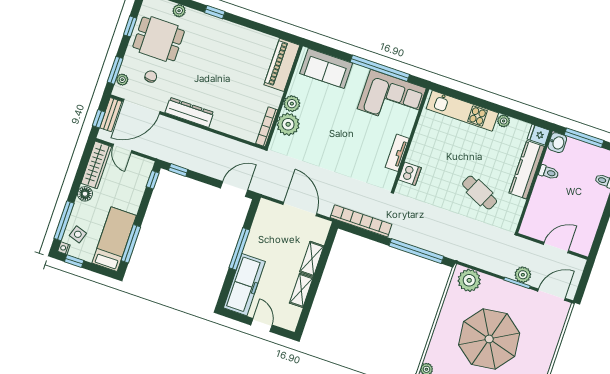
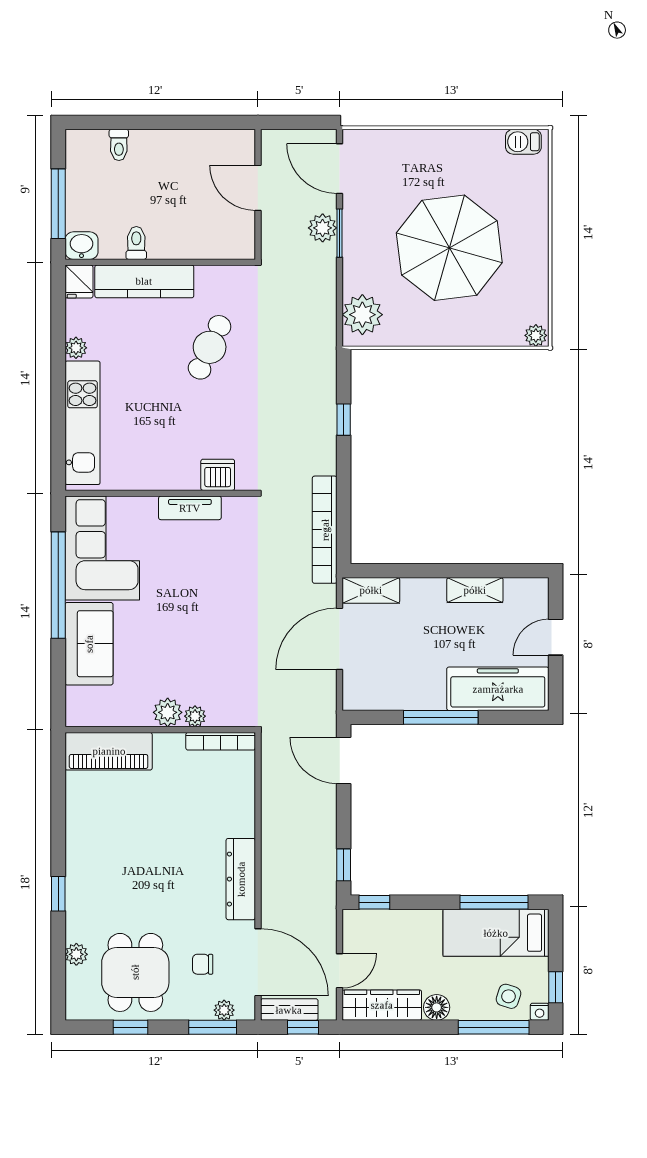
sofa: (326, 68) -> (89, 644), moved
plant: (288, 124) -> (195, 716), width x0.53, depth x0.53
window: (416, 251) -> (344, 420), width x0.32
shelving: (312, 259) -> (371, 590), moved

